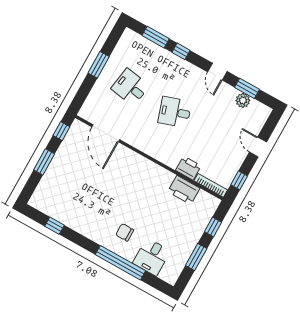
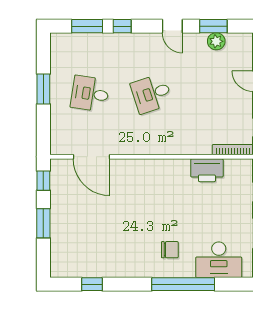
printer: (188, 168) -> (199, 145), removed
chair: (125, 232) -> (170, 250), turned 180
desk: (152, 257) -> (219, 260), width x1.37

